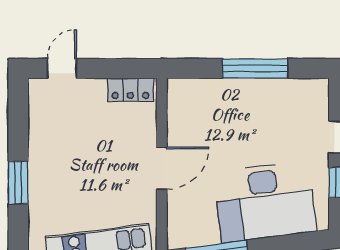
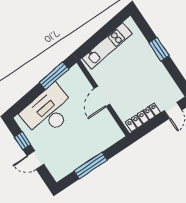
locker: (130, 90) -> (143, 117), width x1.53

